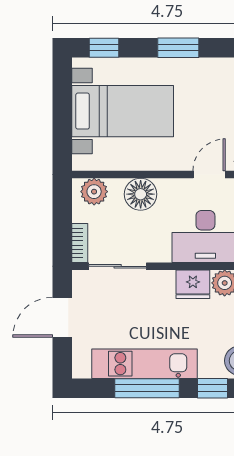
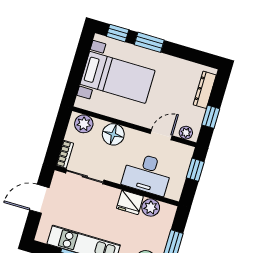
window: (178, 48) -> (149, 42), moved

